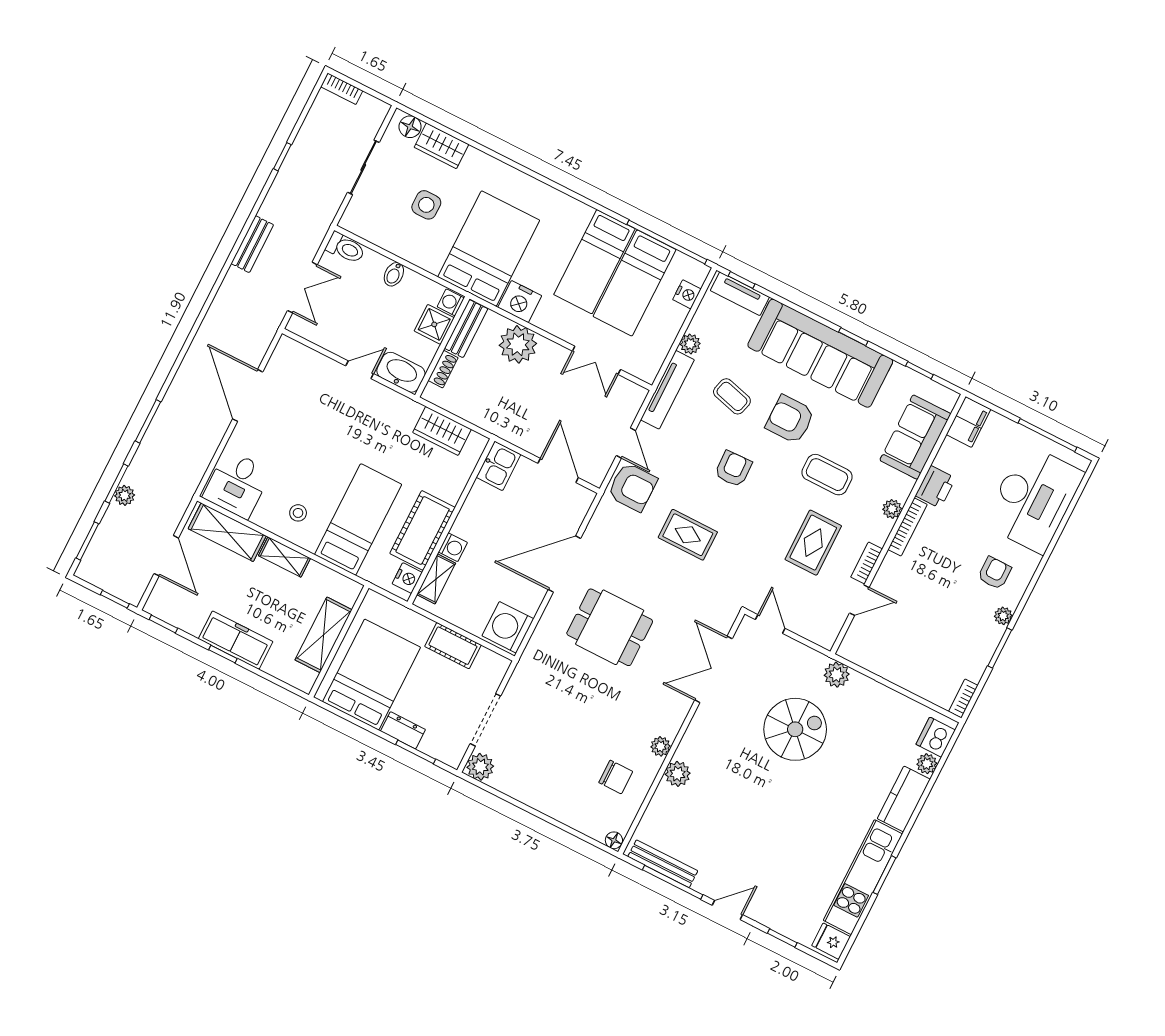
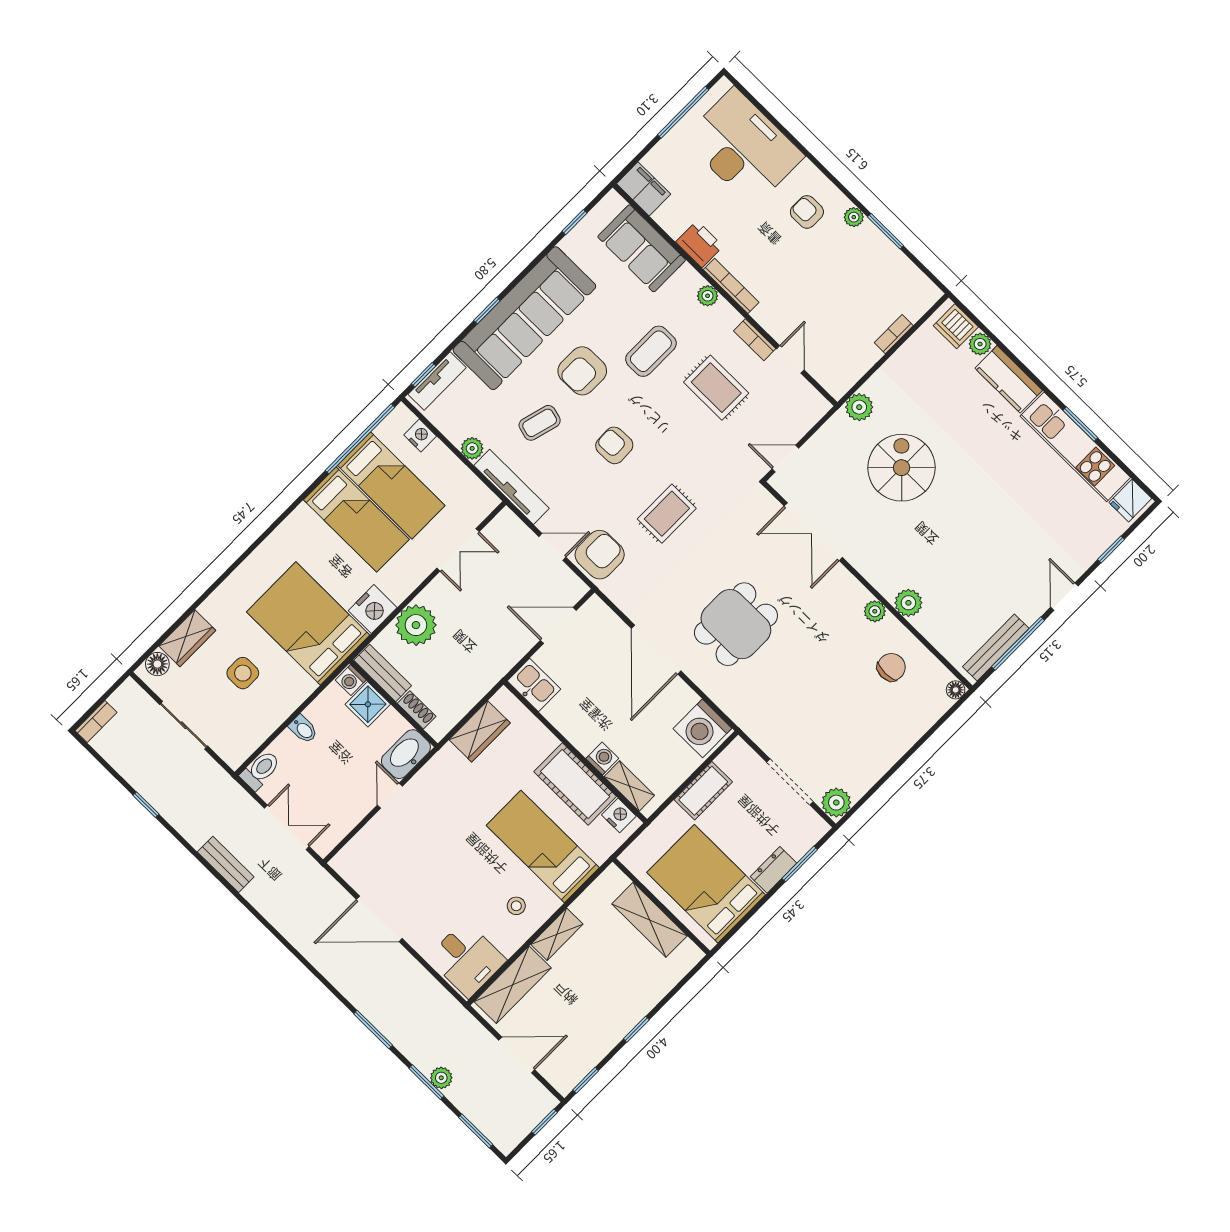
window: (853, 337) -> (487, 311), moved
freezer: (236, 640) -> (626, 1012), removed
bookcase: (963, 698) -> (894, 334), moved, turned 90

